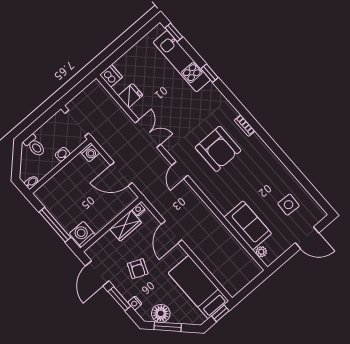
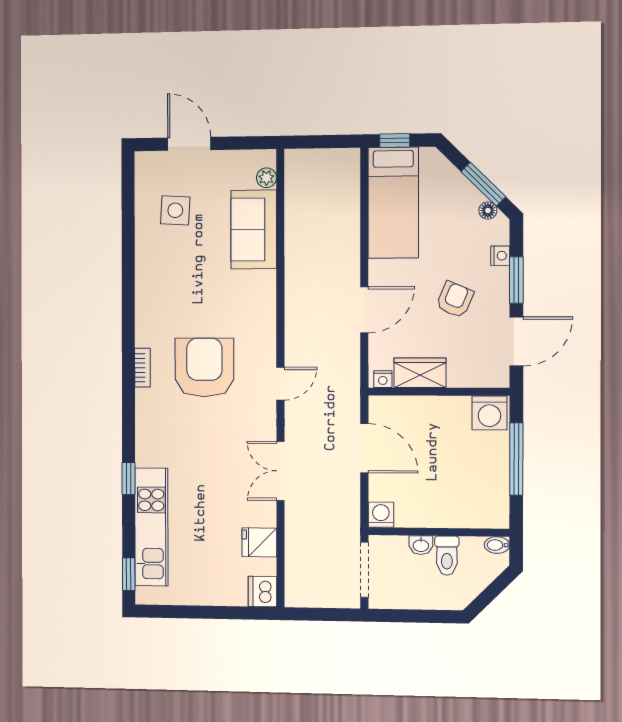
toilet: (35, 146) -> (447, 556), moved, turned 180
floor lamp: (161, 313) -> (488, 210), width x0.53, depth x0.53

